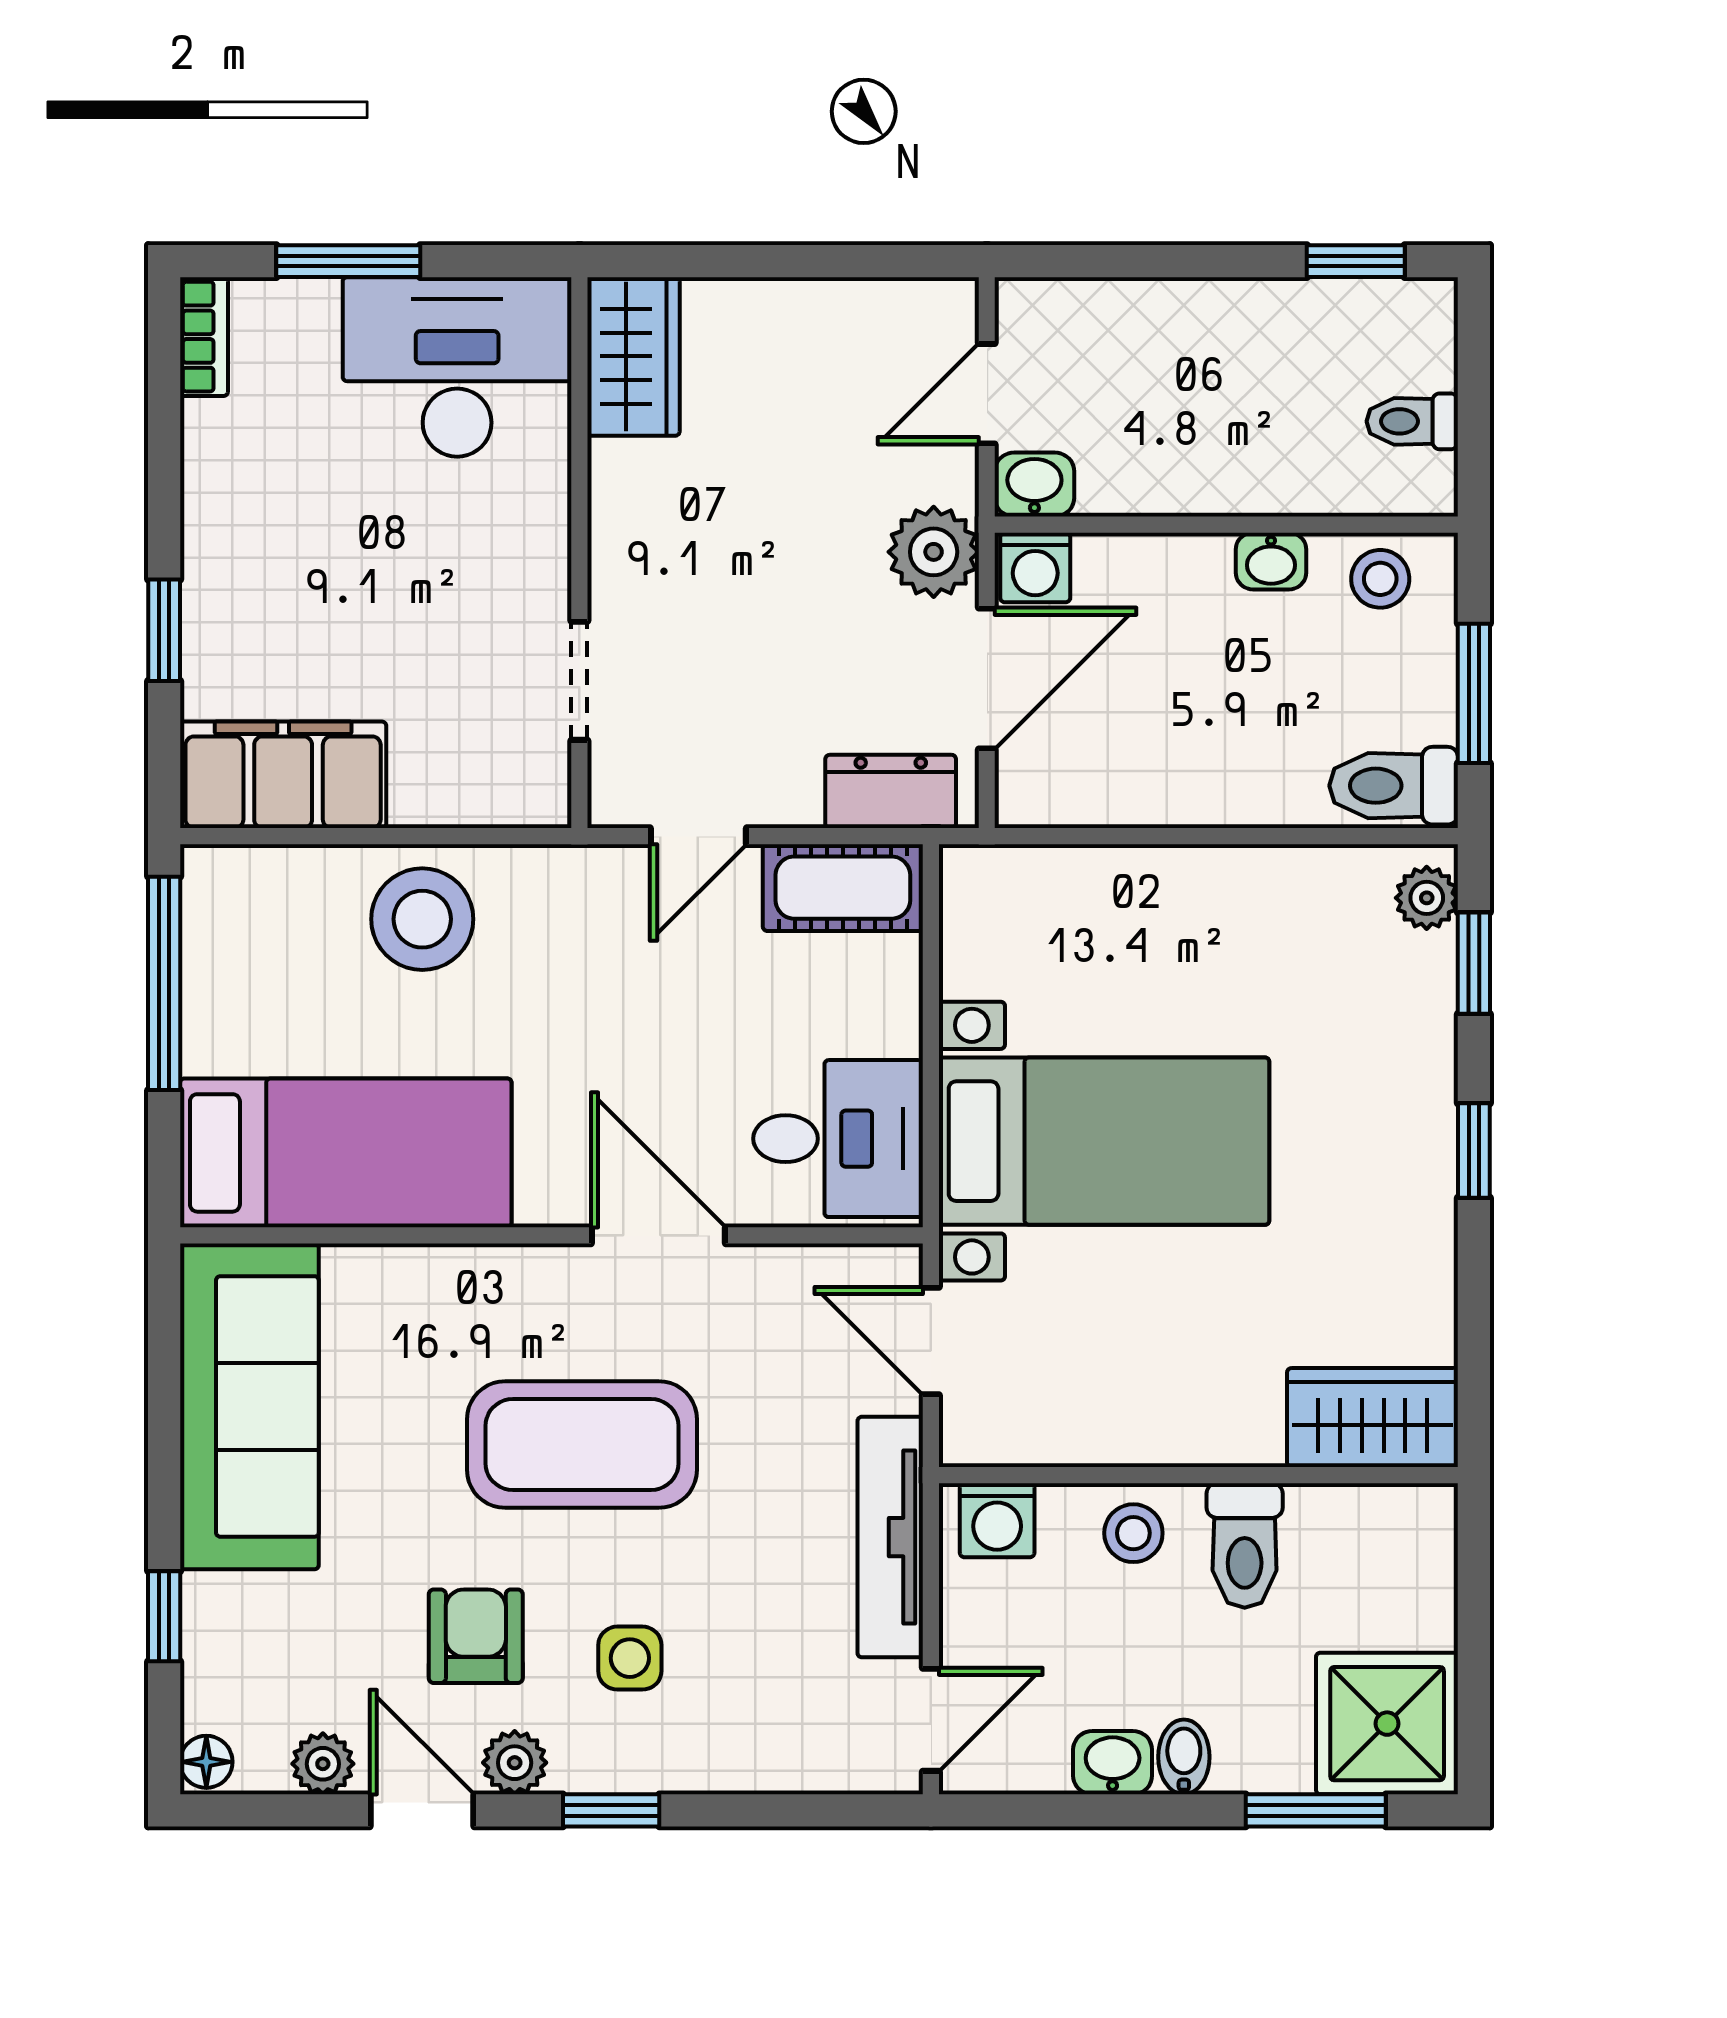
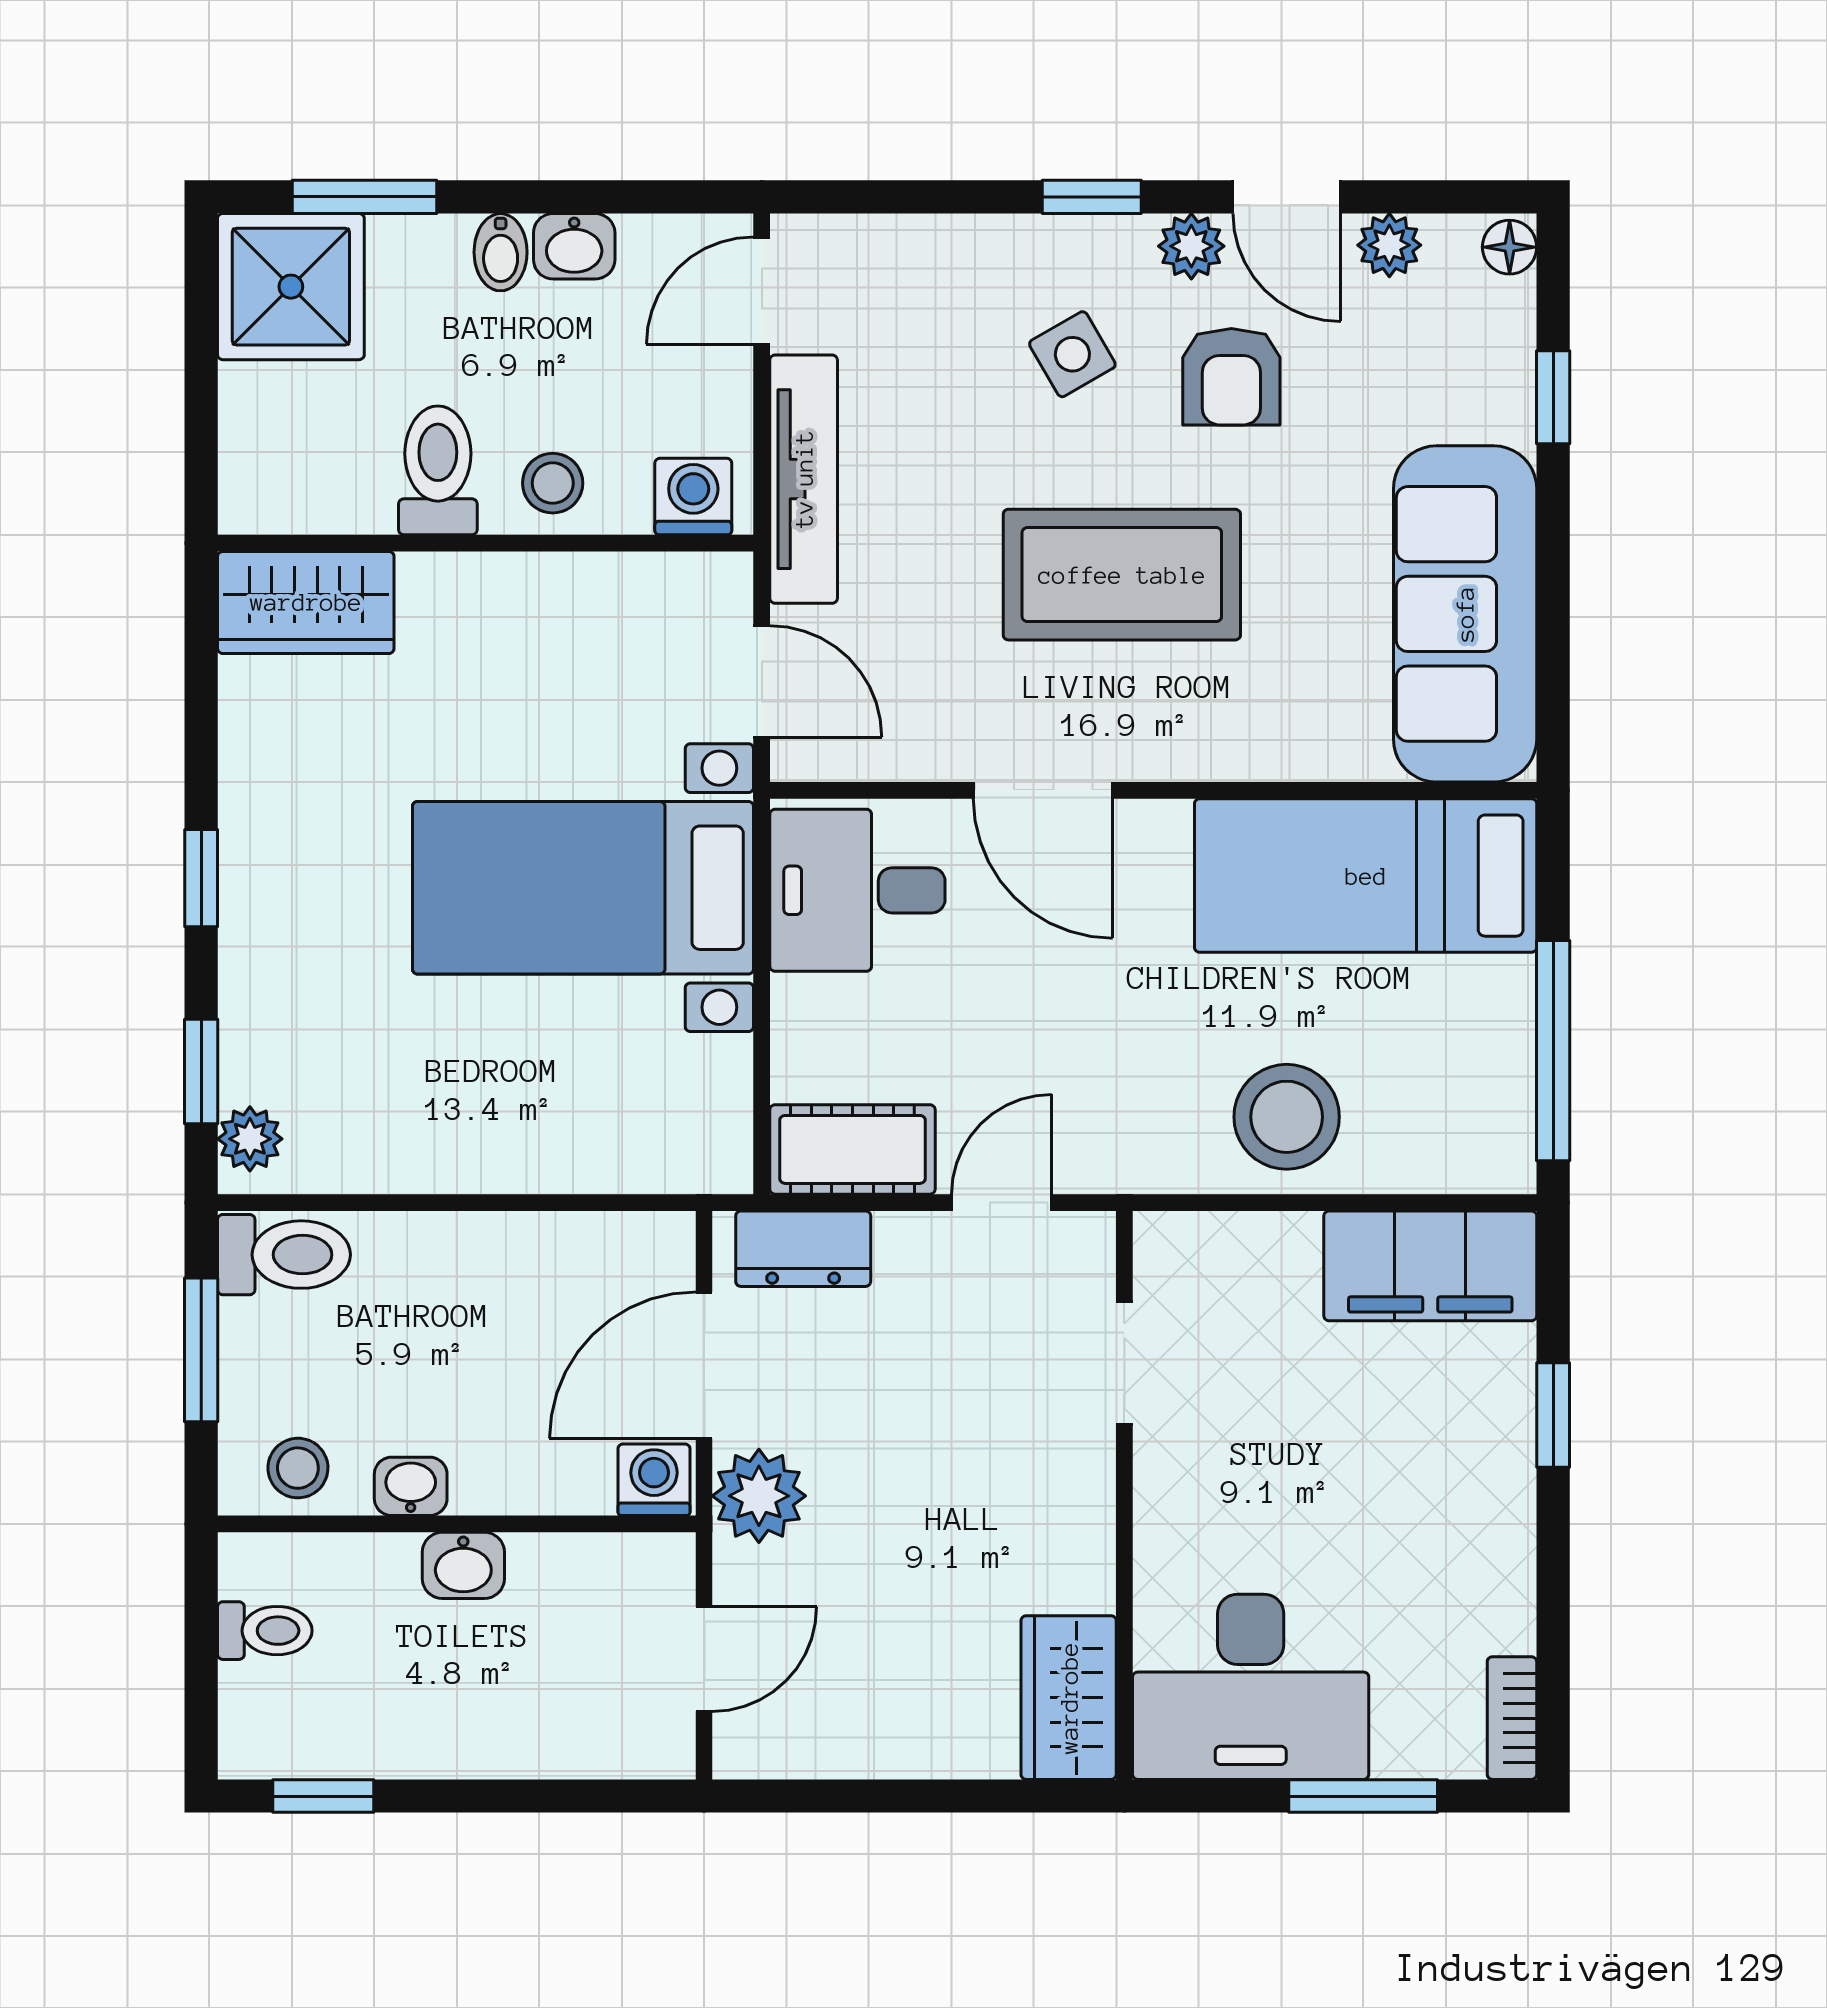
washbasin: (1034, 485) -> (463, 1565), moved
side table: (630, 1658) -> (1072, 354), turned -30

